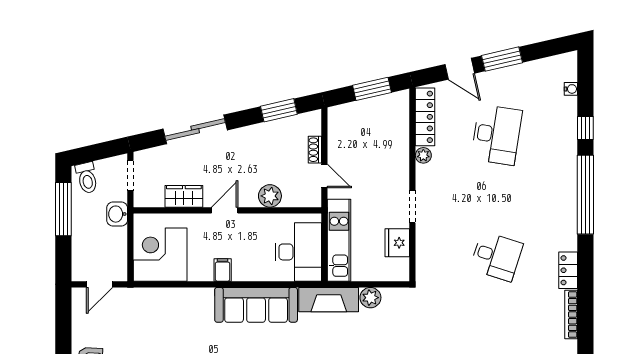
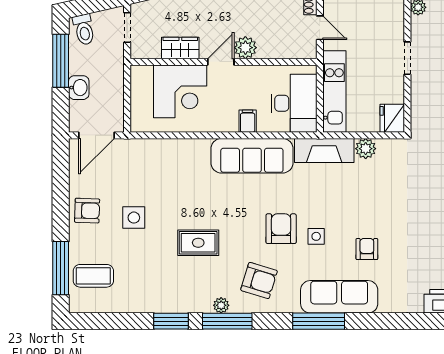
plant: (270, 196) -> (245, 48), moved
washbasin: (117, 214) -> (79, 88), moved, turned 180
fridge: (397, 243) -> (392, 118), moved
corner desk: (160, 255) -> (180, 91), moved, turned 180
filing cabinet: (223, 270) -> (248, 121), moved
door: (99, 284) -> (96, 135), width x1.38

